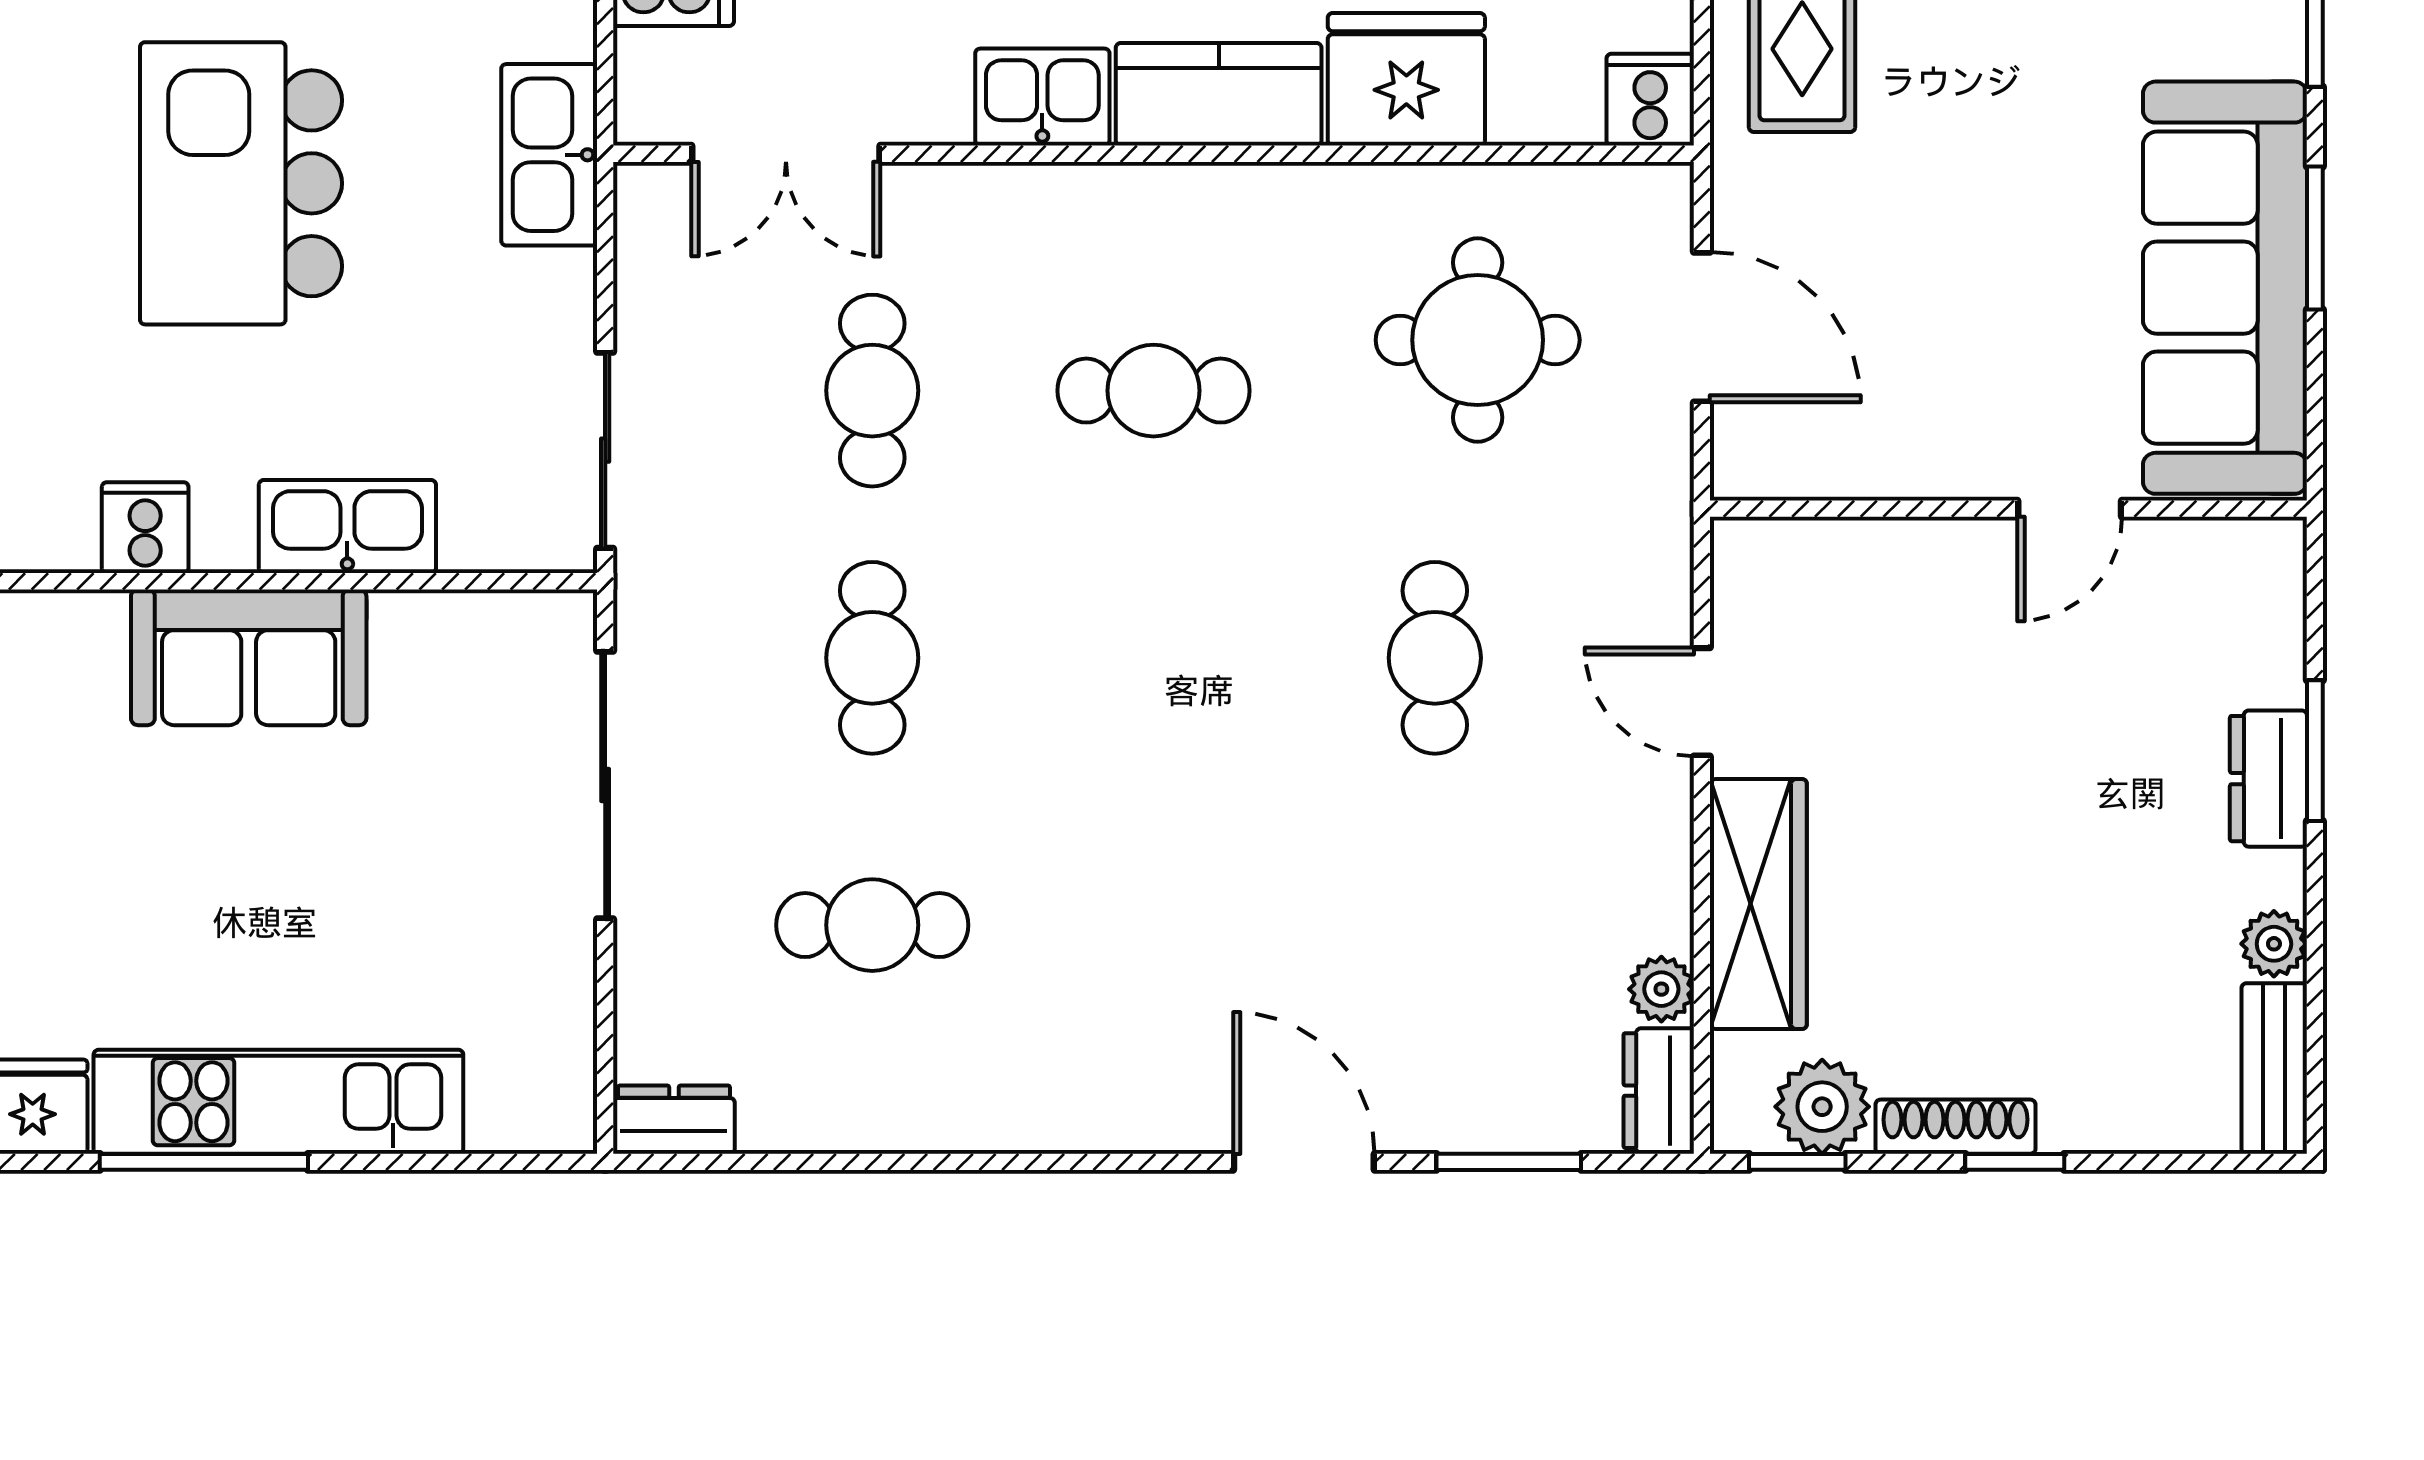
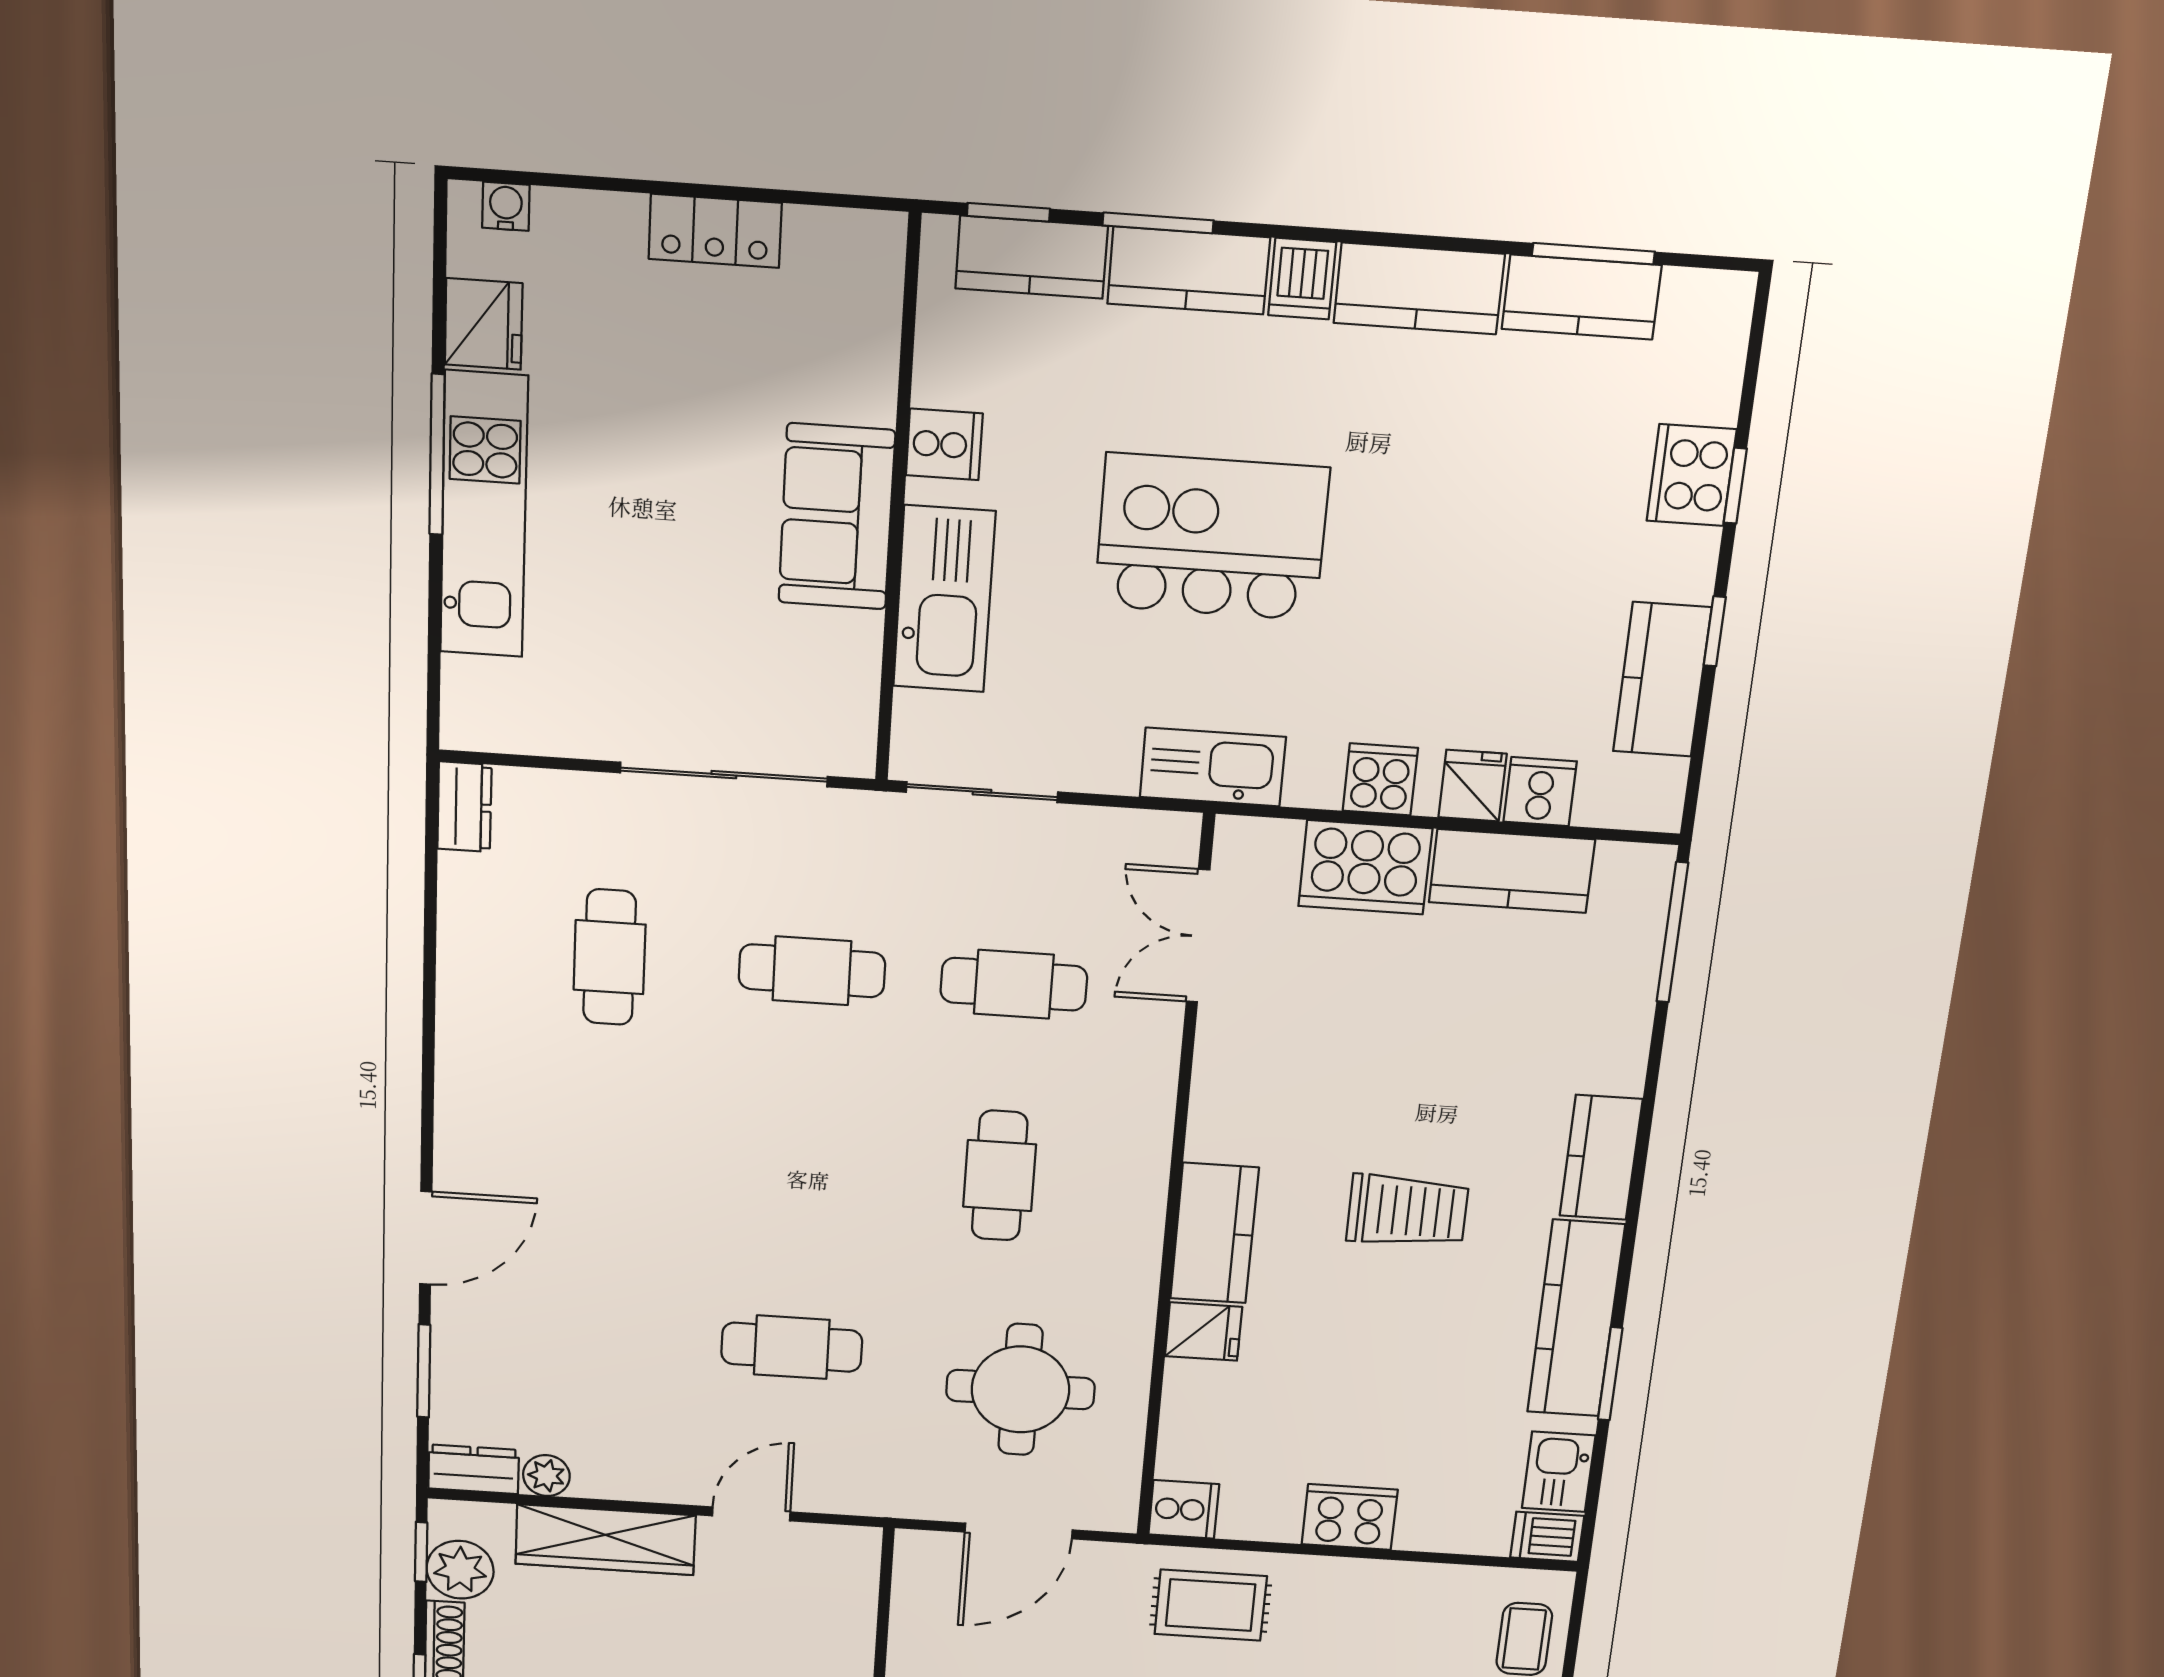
fridge: (1406, 79) -> (1204, 1332), width x0.53, depth x0.75
kitchen sink: (1042, 97) -> (1224, 1115), removed
kitchen sink: (347, 526) -> (944, 599), width x1.36, depth x1.24

